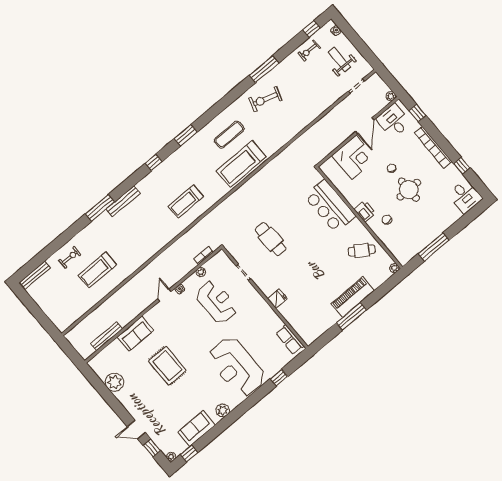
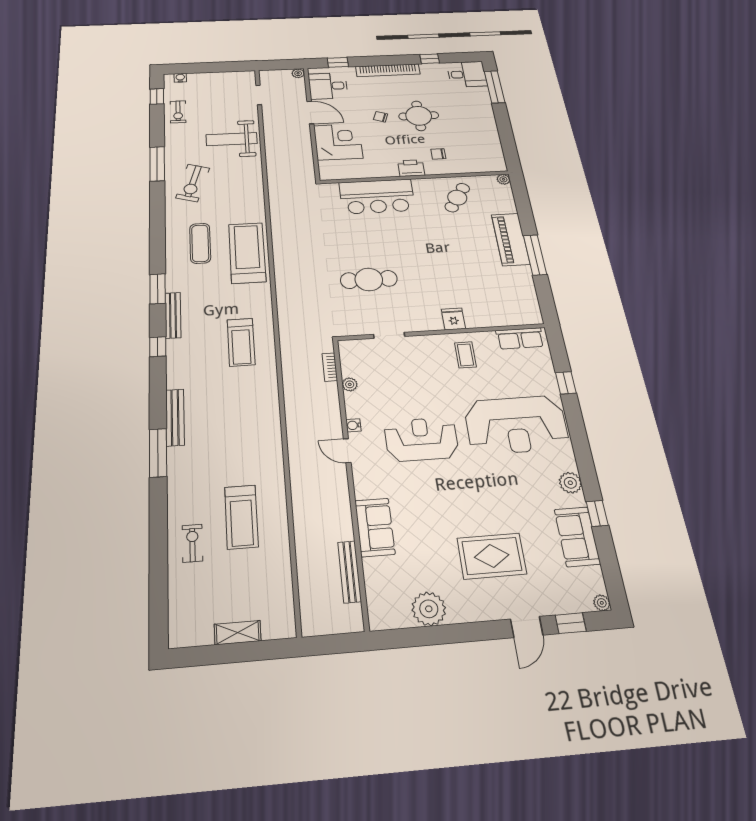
weight bench: (339, 59) -> (232, 139), moved, width x1.36, depth x1.33
treadmill: (241, 164) -> (247, 253), turned 180
window: (434, 247) -> (495, 87), moved
bench: (35, 275) -> (173, 315), moved
reception desk: (217, 302) -> (421, 439), moved
shelving: (46, 307) -> (238, 633), added
coffee table: (260, 318) -> (465, 355), added
rug: (167, 366) -> (492, 556), moved
window: (189, 454) -> (597, 513), moved

